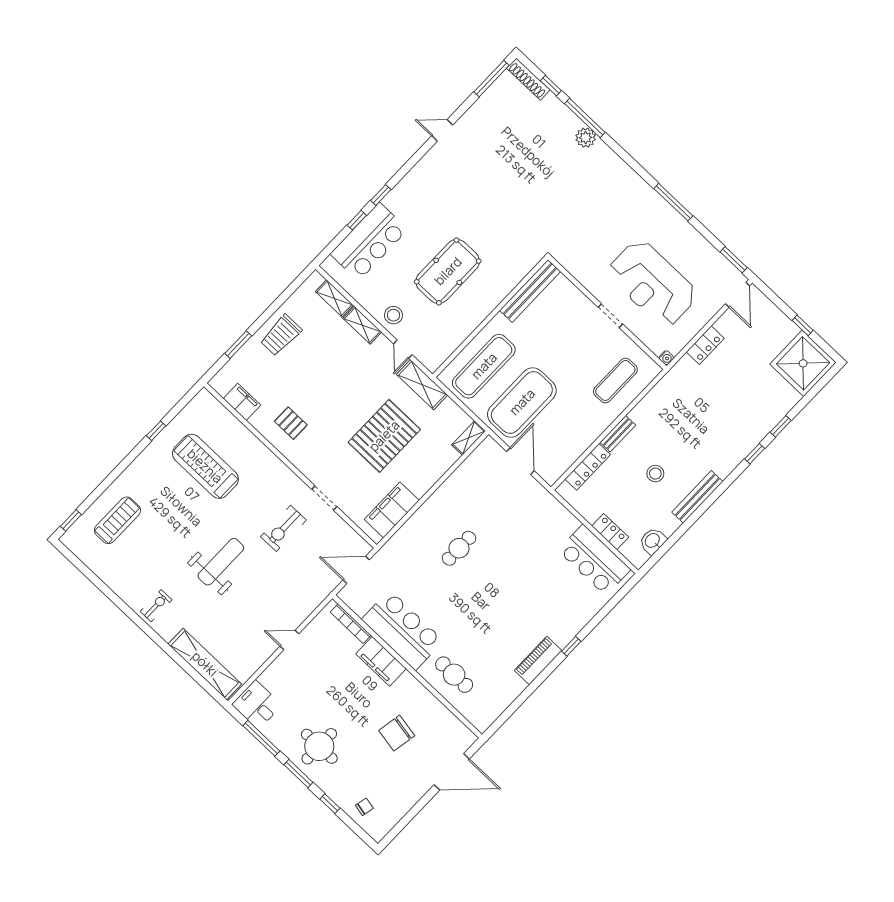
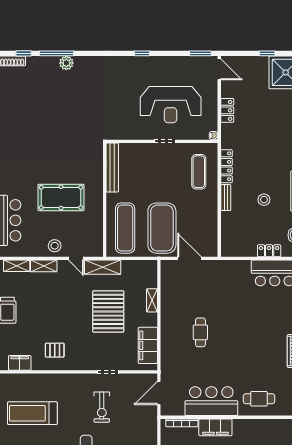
window: (673, 202) -> (142, 53), width x0.46
pool table: (448, 271) -> (61, 197), turned 90
shelving: (469, 438) -> (152, 300), moved
locker: (588, 467) -> (226, 166), moved

